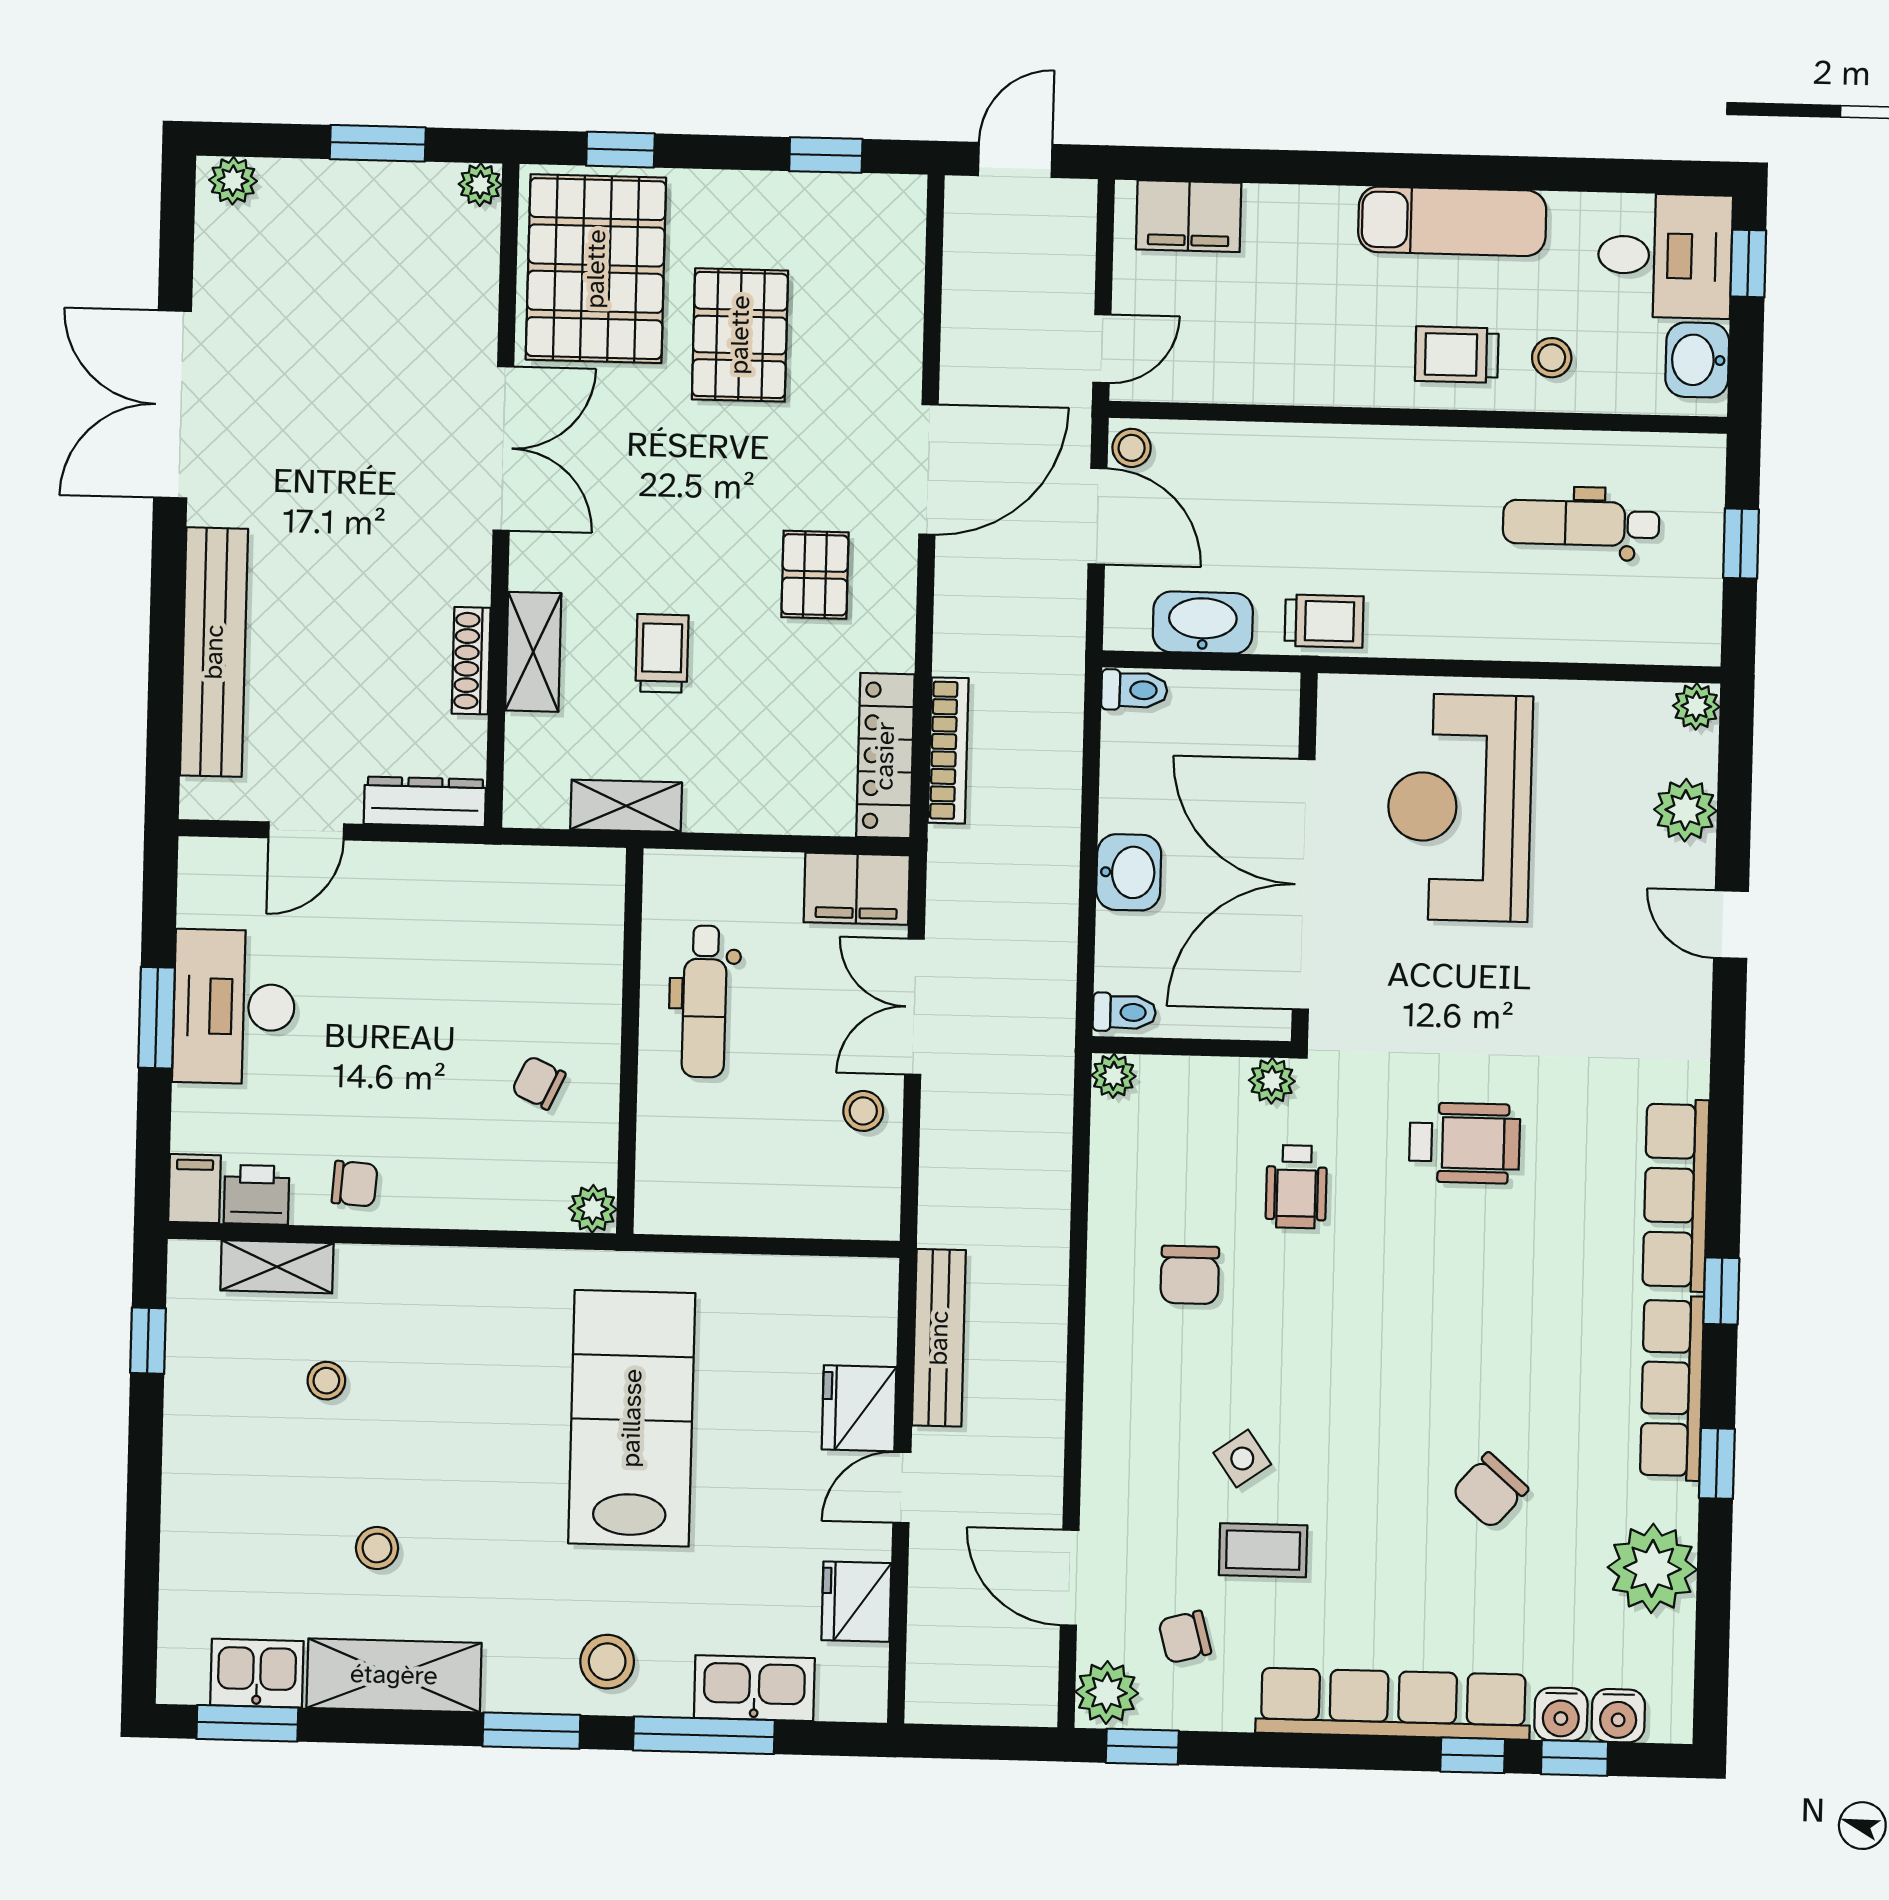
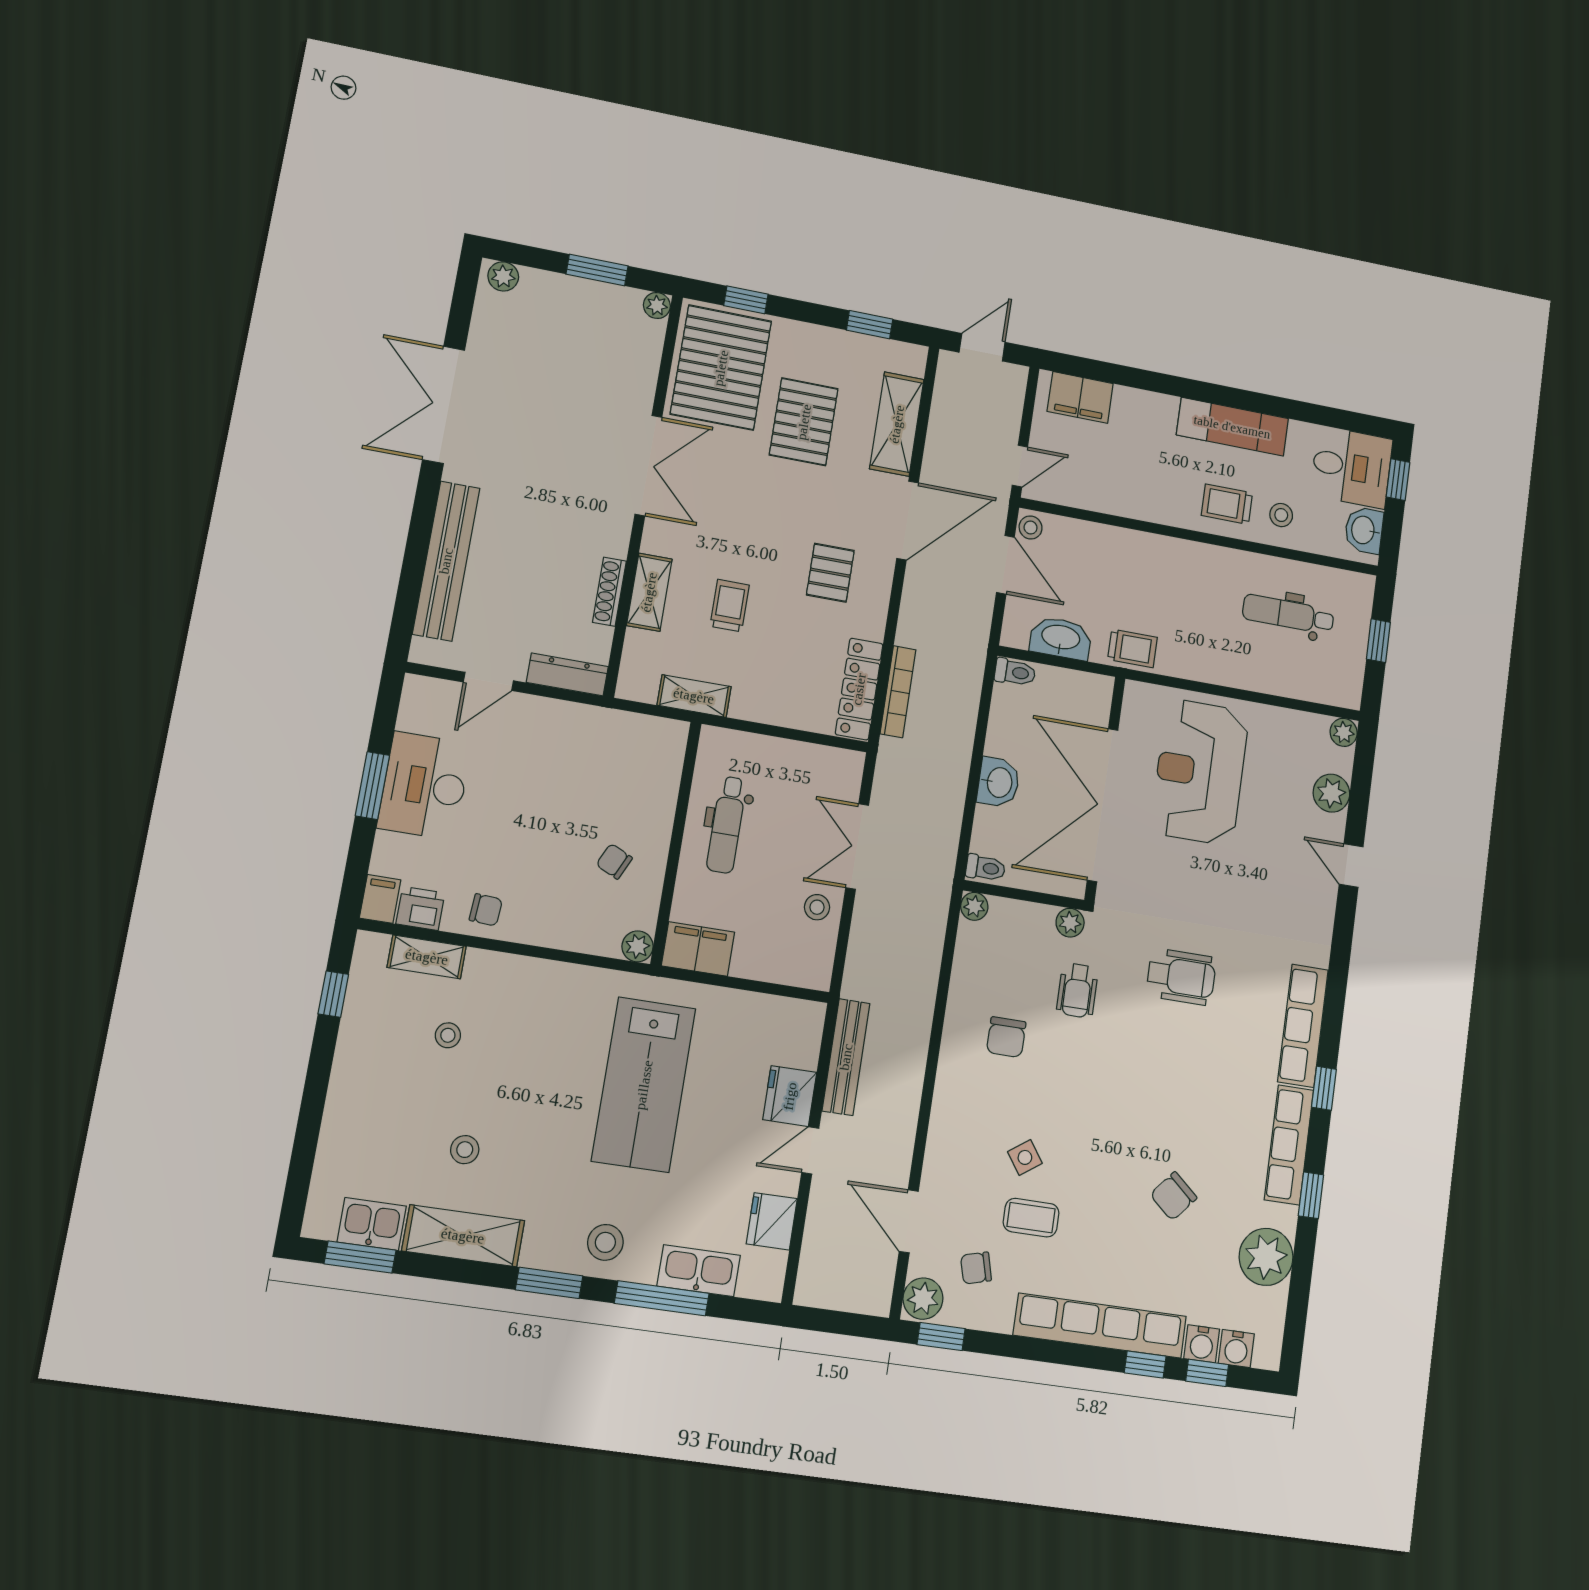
shelving: (891, 313) -> (897, 424), added
filing cabinet: (857, 889) -> (698, 949), moved, turned 180
lab bench: (632, 1418) -> (644, 1085), turned 180

